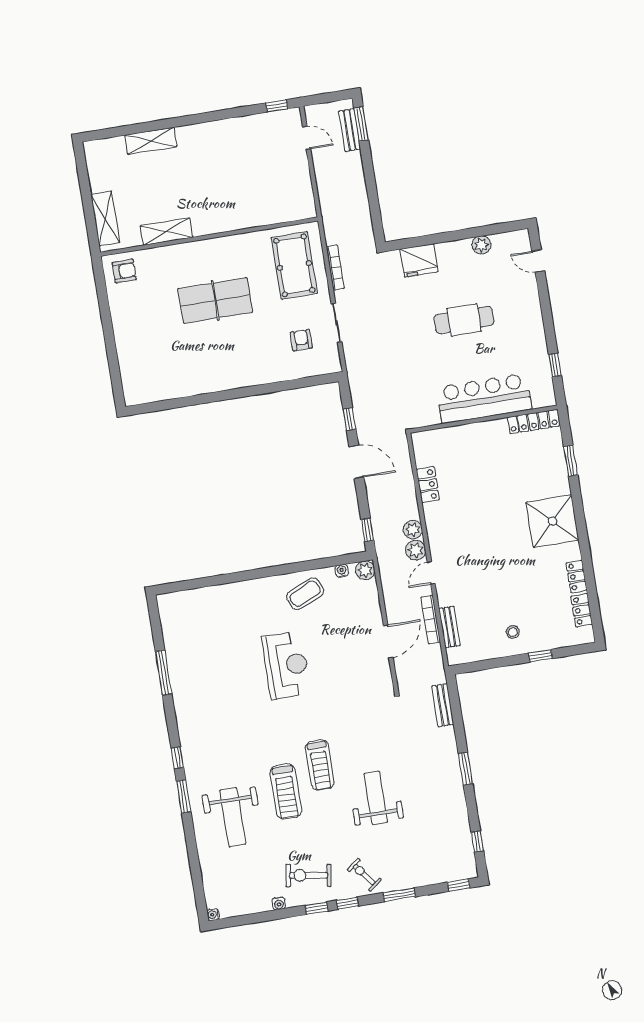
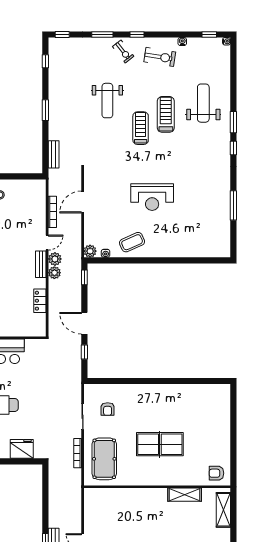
bench: (449, 627) -> (41, 264), moved
reception desk: (286, 665) -> (152, 197), turned -90
window: (316, 908) -> (209, 34), moved

